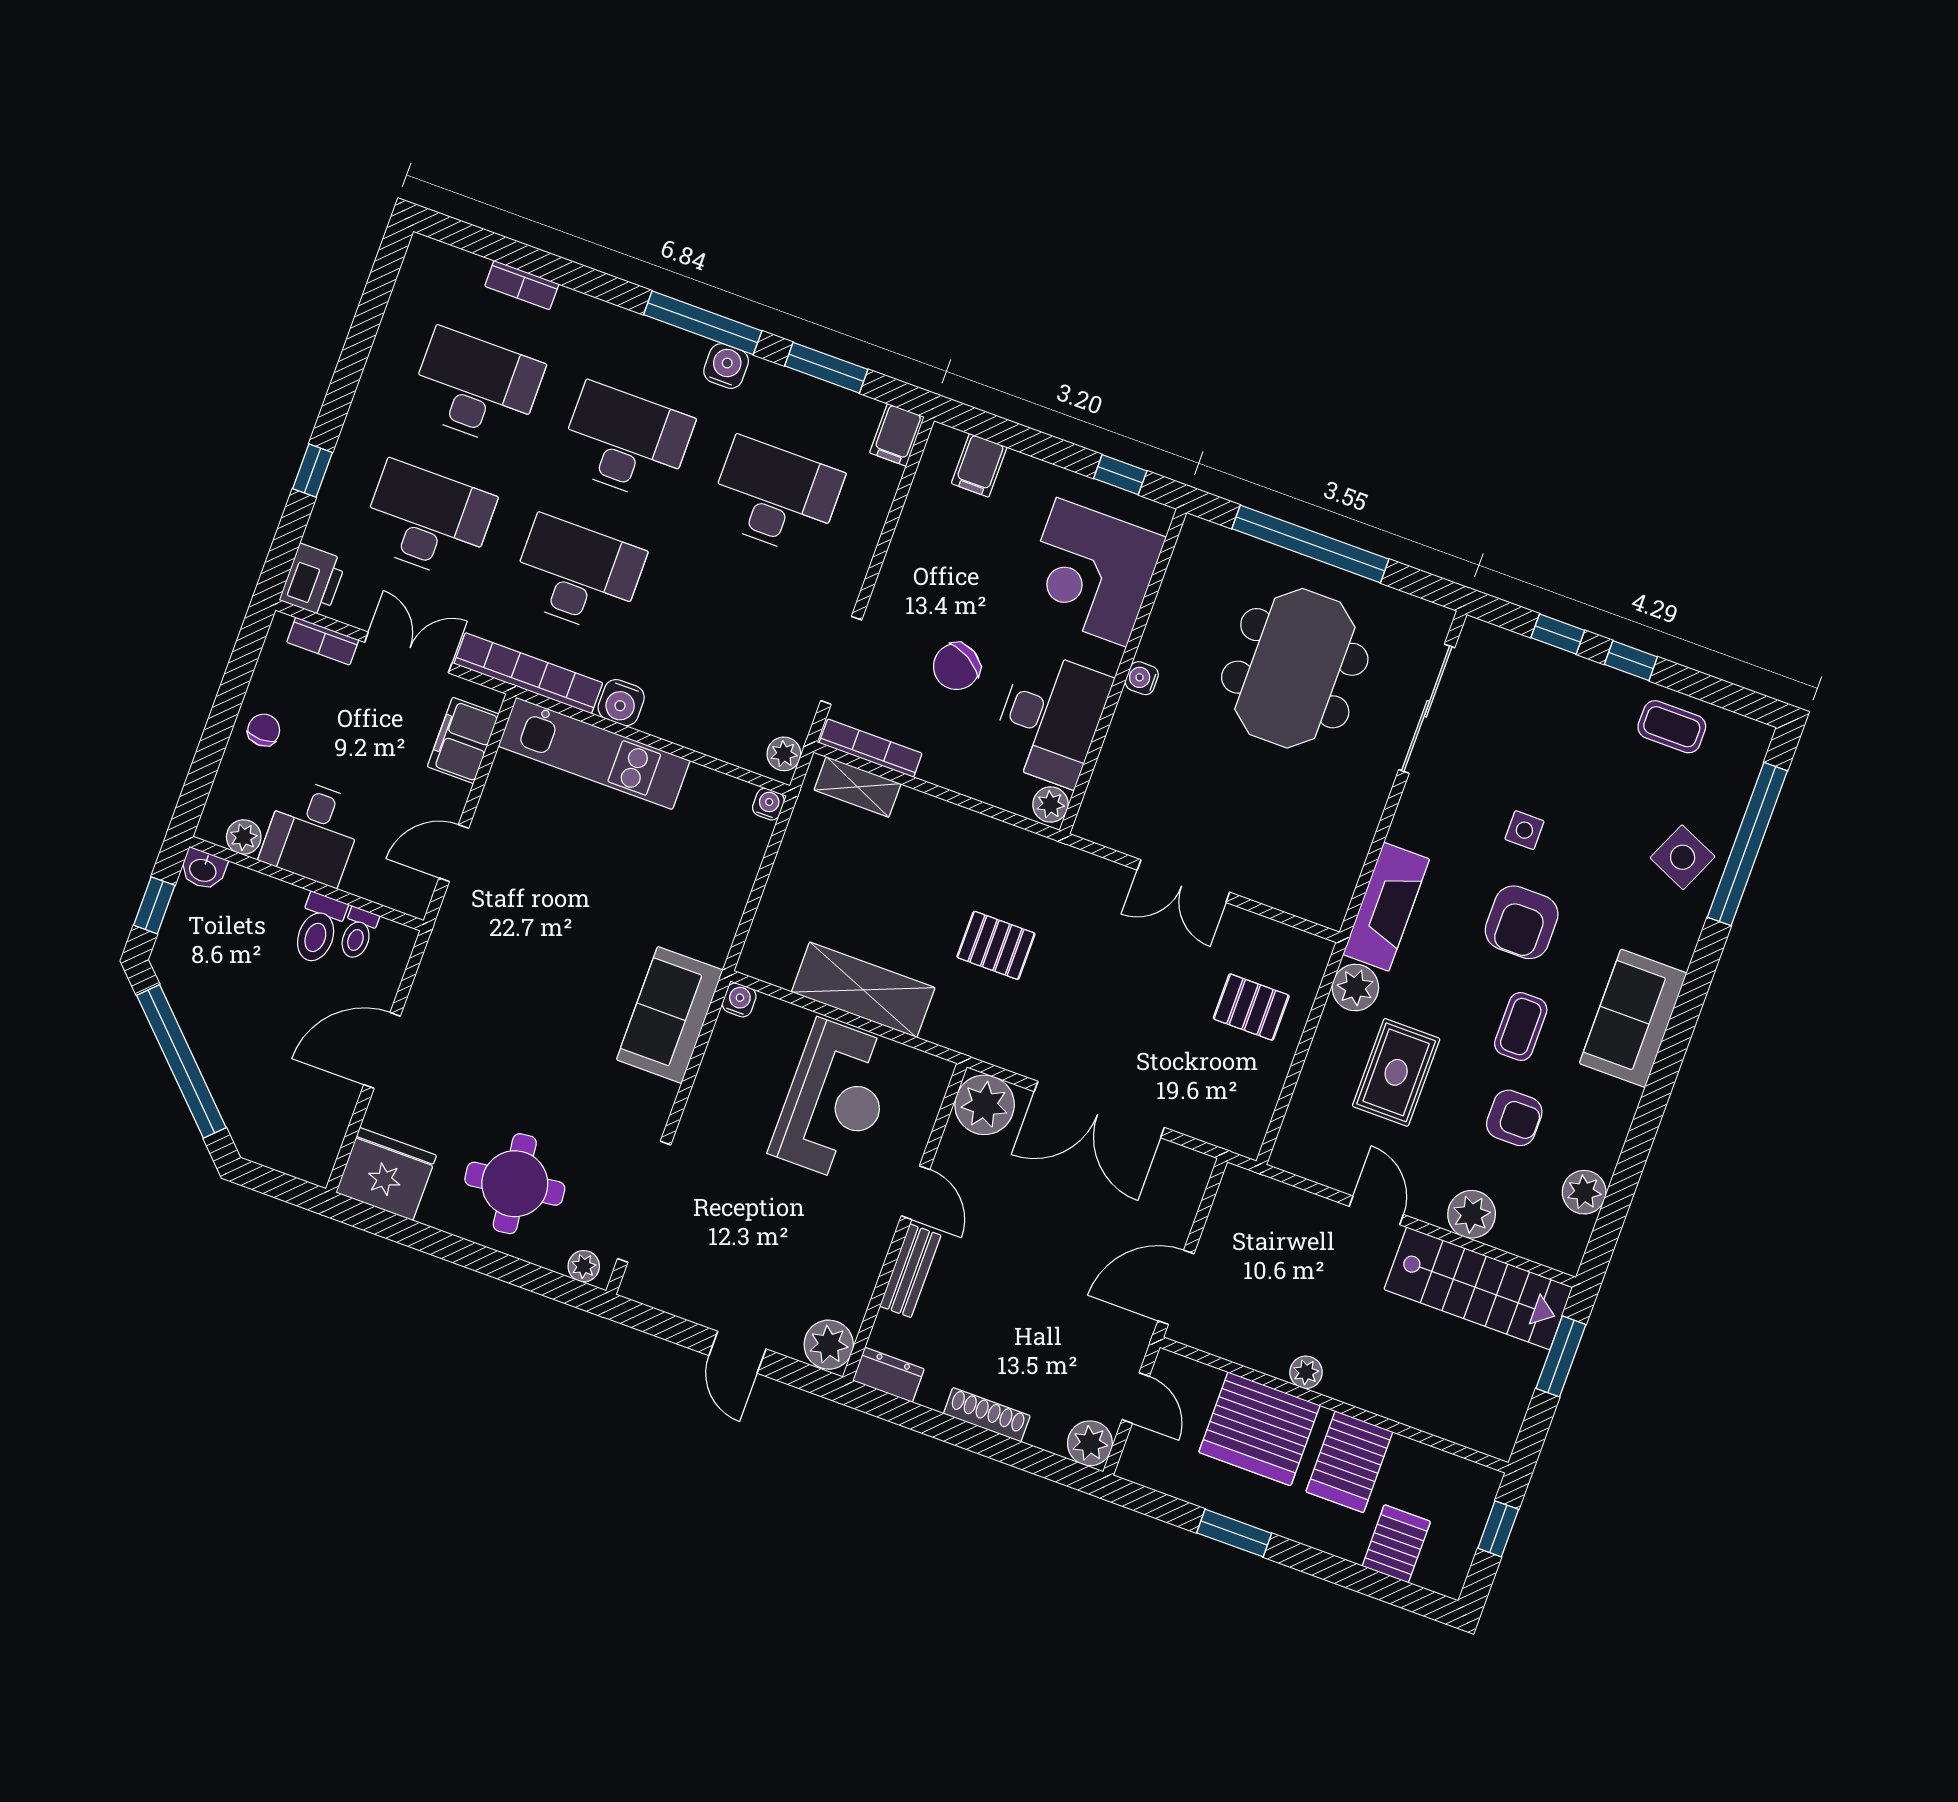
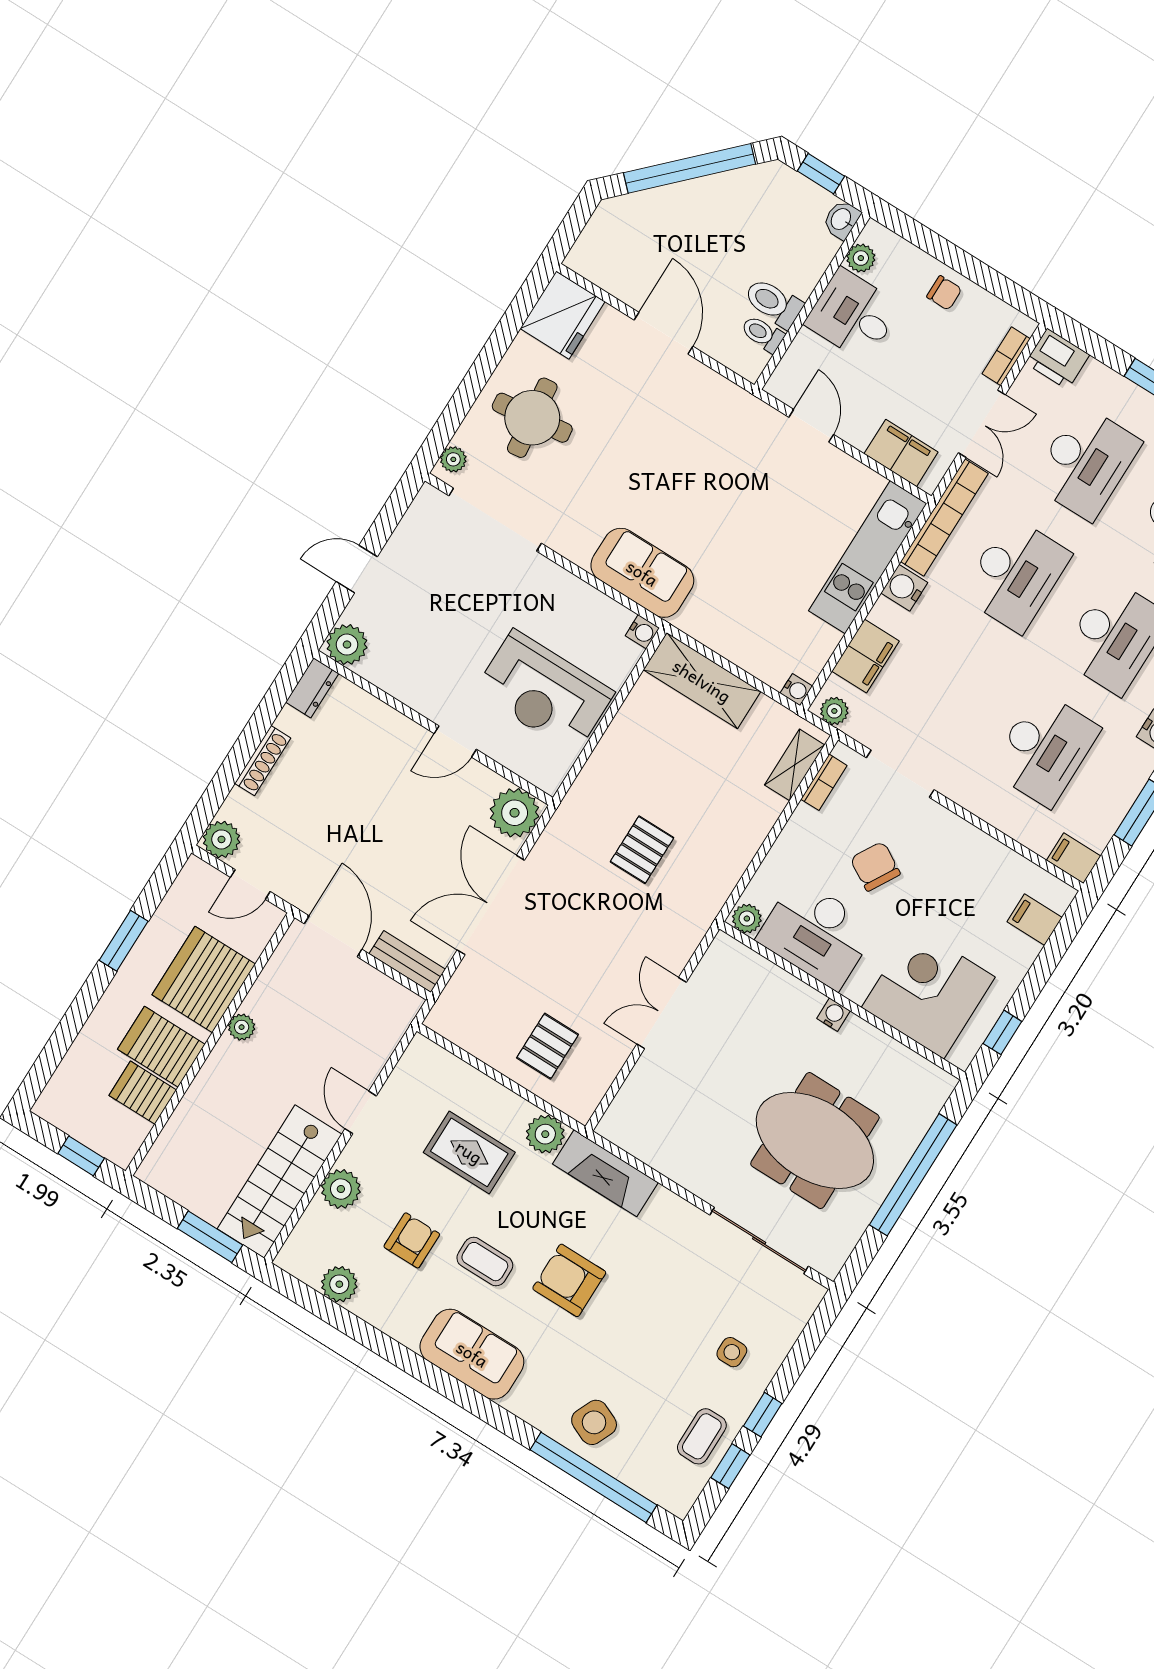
window: (1558, 634) -> (730, 1466), moved
filing cabinet: (711, 731) -> (865, 656), added
bookcase: (871, 748) -> (824, 782), width x0.64
side table: (1524, 830) -> (732, 1352), moved
shelving: (863, 990) -> (702, 681), moved, turned 90
armchair: (1514, 1118) -> (412, 1240), turned 180
door: (1376, 1210) -> (361, 1112), swing flipped
bench: (910, 1271) -> (407, 962), moved
server rack: (1396, 1544) -> (143, 1093), moved, turned 180

